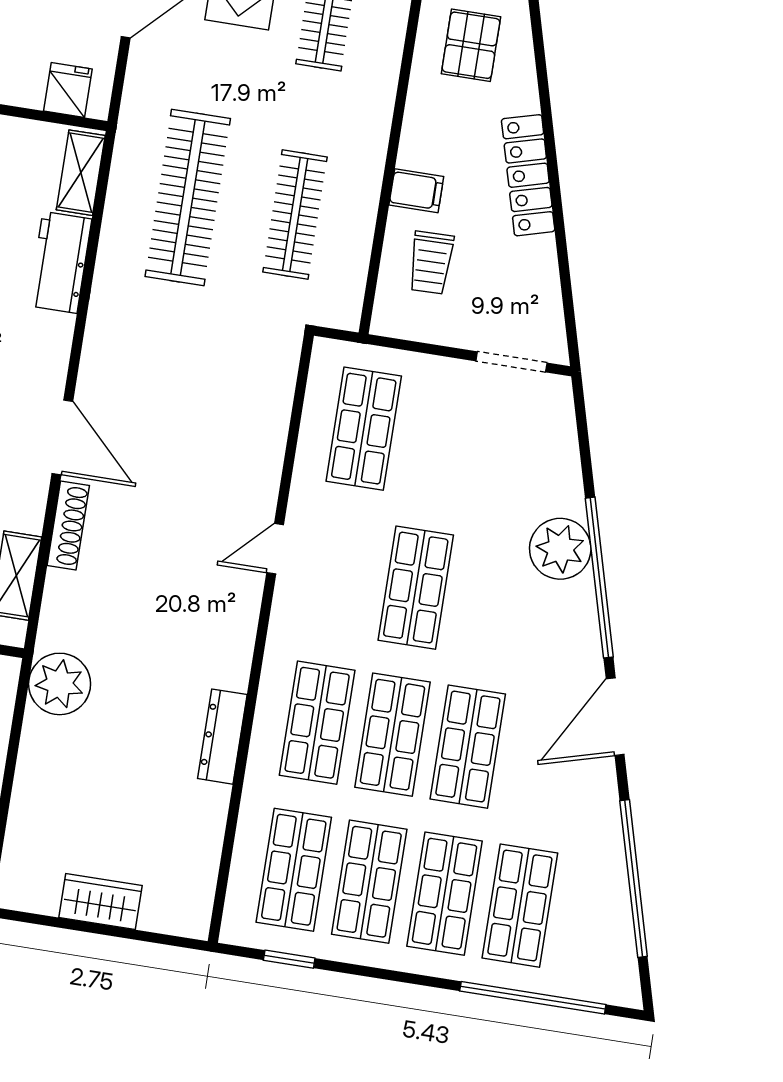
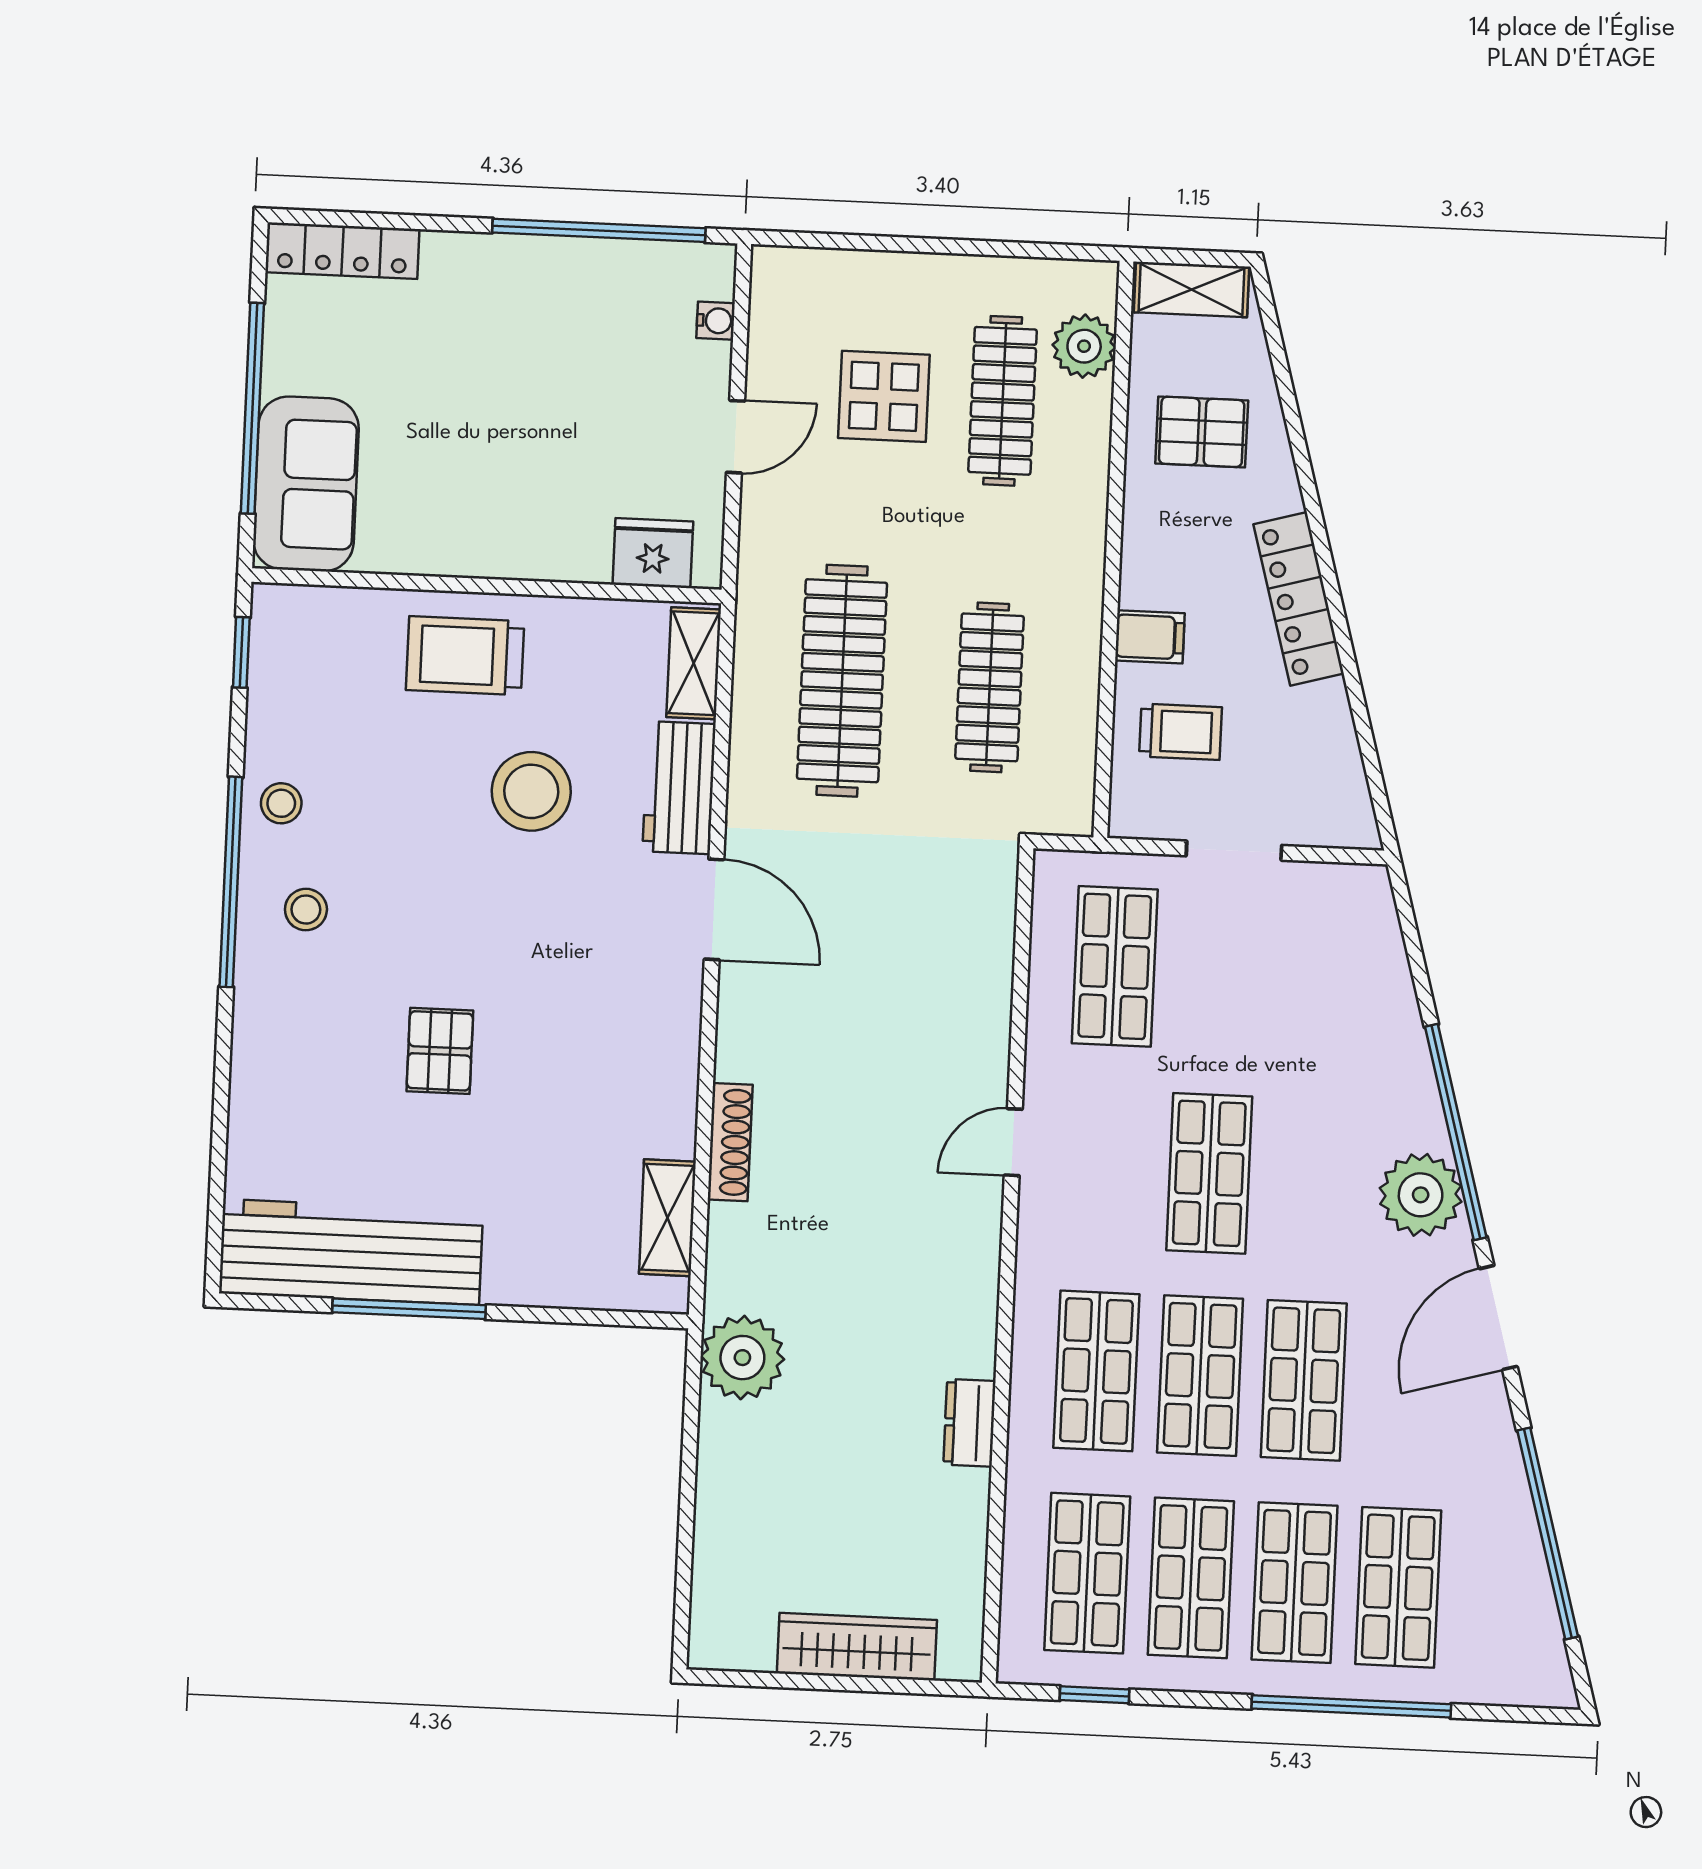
pallet: (471, 45) -> (1202, 432), turned 90
fridge: (68, 90) -> (653, 553), width x1.38
trolley: (431, 263) -> (1180, 732), turned -89
doorway: (512, 362) -> (1234, 851), moved
door: (62, 437) -> (714, 909), moved
plant: (560, 549) -> (1421, 1195), moved
dresser: (222, 737) -> (969, 1423), width x0.70
wardrobe: (100, 902) -> (857, 1647), width x1.50
window: (533, 998) -> (1351, 1706), moved

